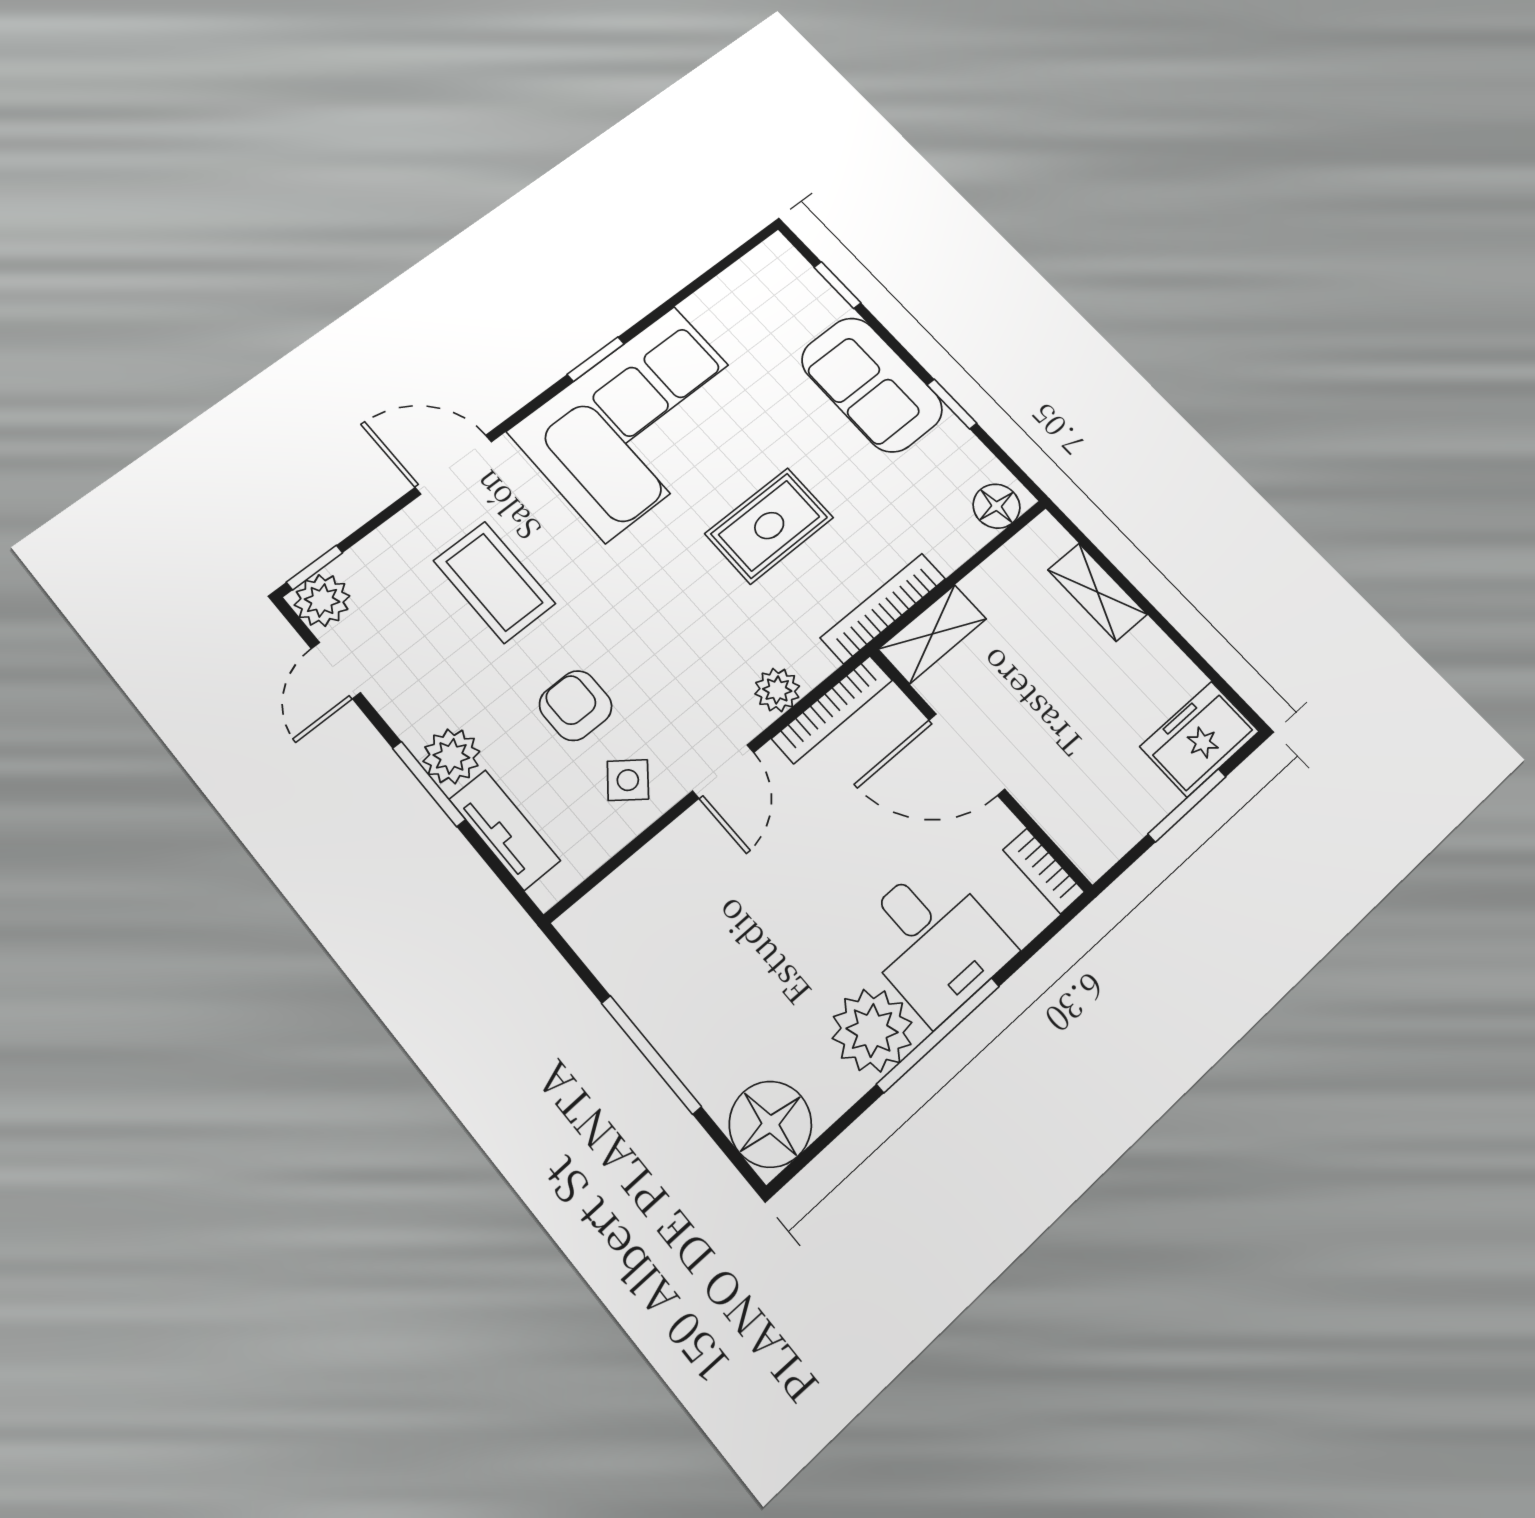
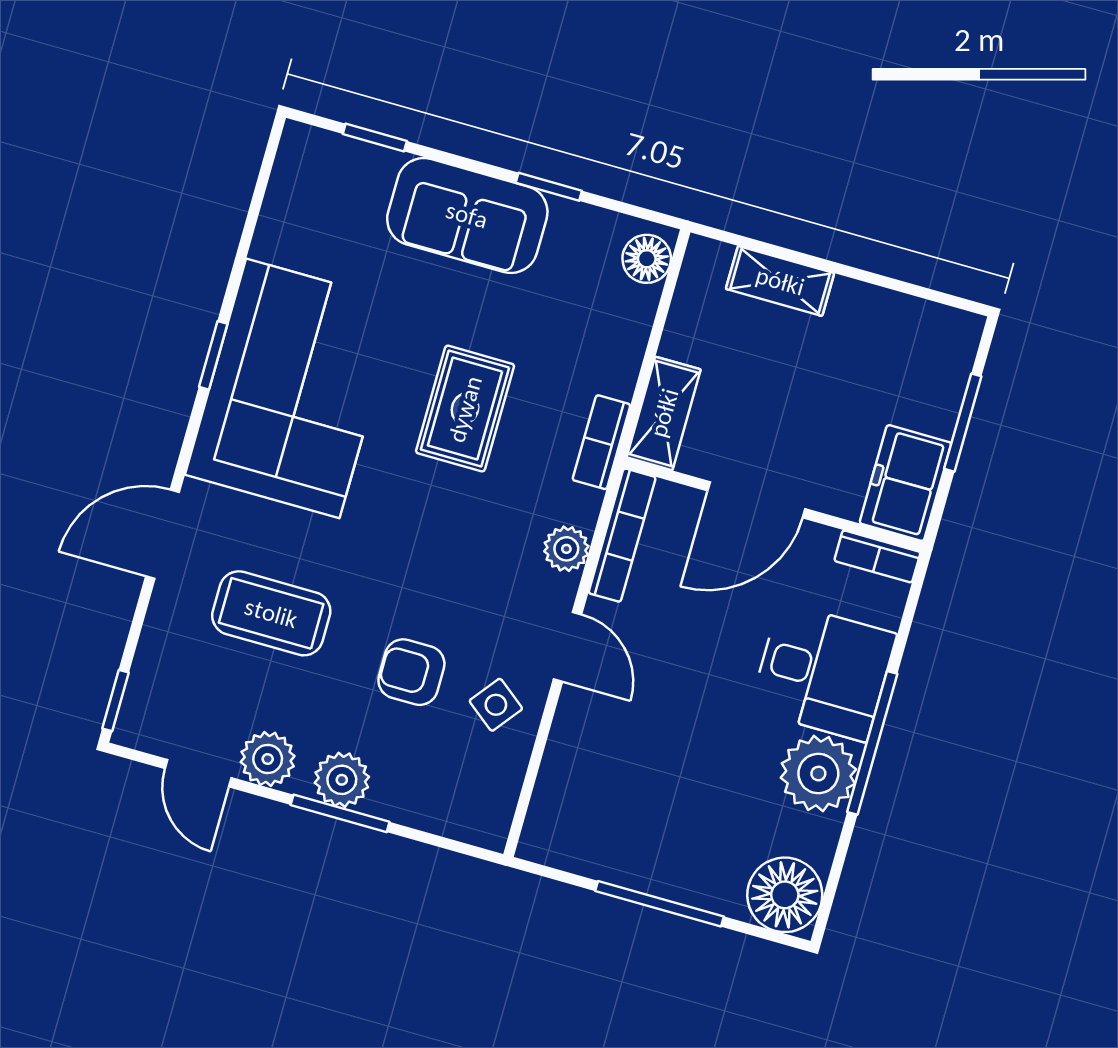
plant: (322, 600) -> (268, 759), moved
bookcase: (883, 608) -> (601, 442), width x0.64
freezer: (1199, 739) -> (905, 483), moved
tv unit: (505, 830) -> (426, 809), removed

